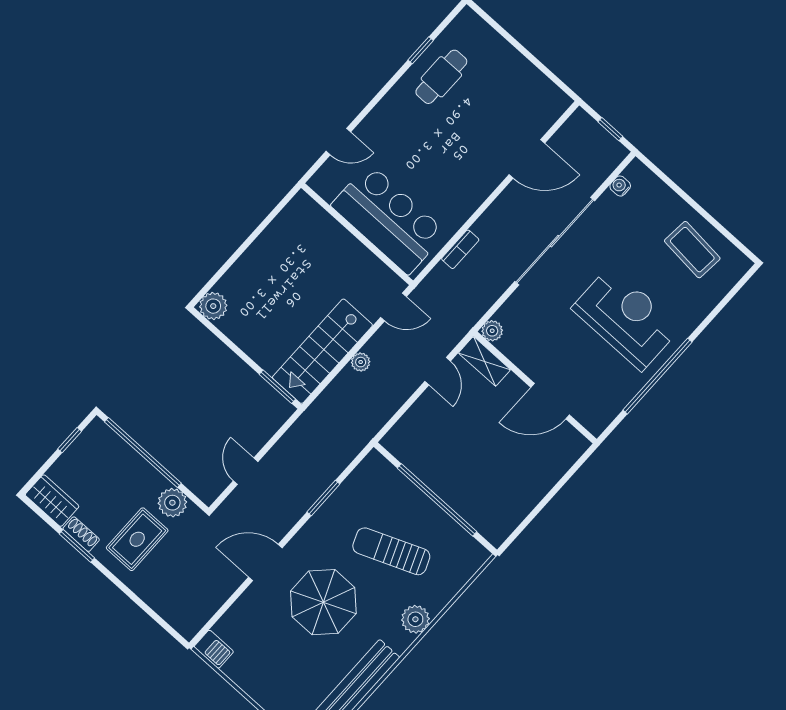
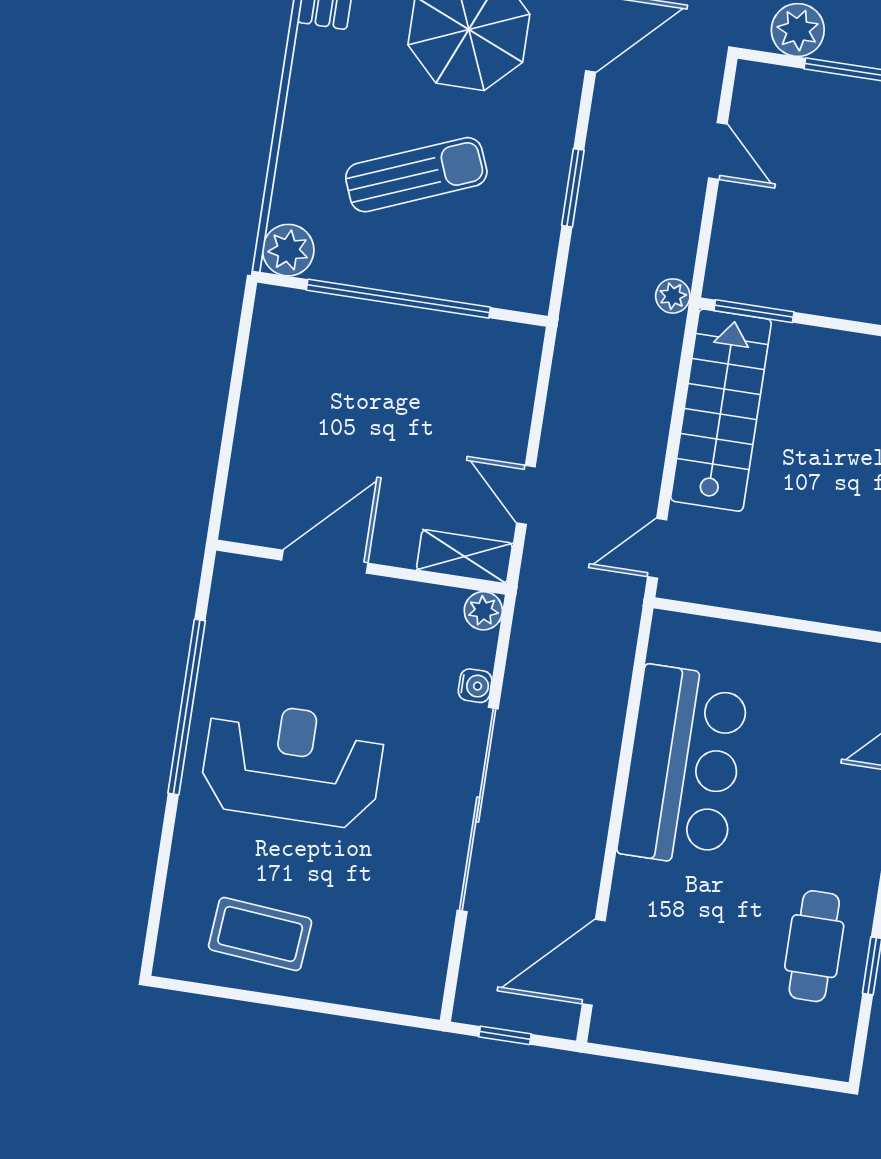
door: (527, 159) -> (594, 962), moved
water cooler: (620, 186) -> (475, 686), moved
bar counter: (389, 219) -> (683, 766), moved, turned -90
bookcase: (460, 249) -> (613, 703), removed
reception desk: (626, 318) -> (292, 764), turned 180
plant: (361, 362) -> (673, 296), moved
plant: (415, 619) -> (288, 250), moved

